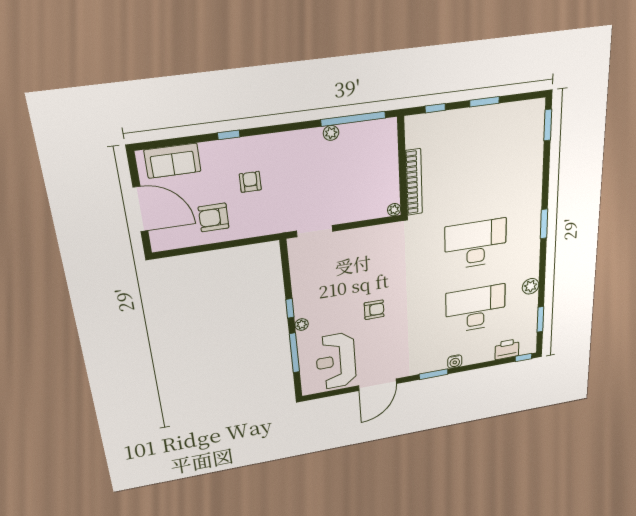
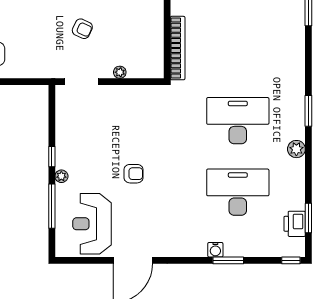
armchair: (250, 182) -> (82, 29), moved, turned 115
plant: (394, 210) -> (120, 72), moved
plant: (531, 286) -> (296, 149), moved
printer: (507, 349) -> (295, 224), moved, turned -90
window: (434, 374) -> (228, 260), moved

